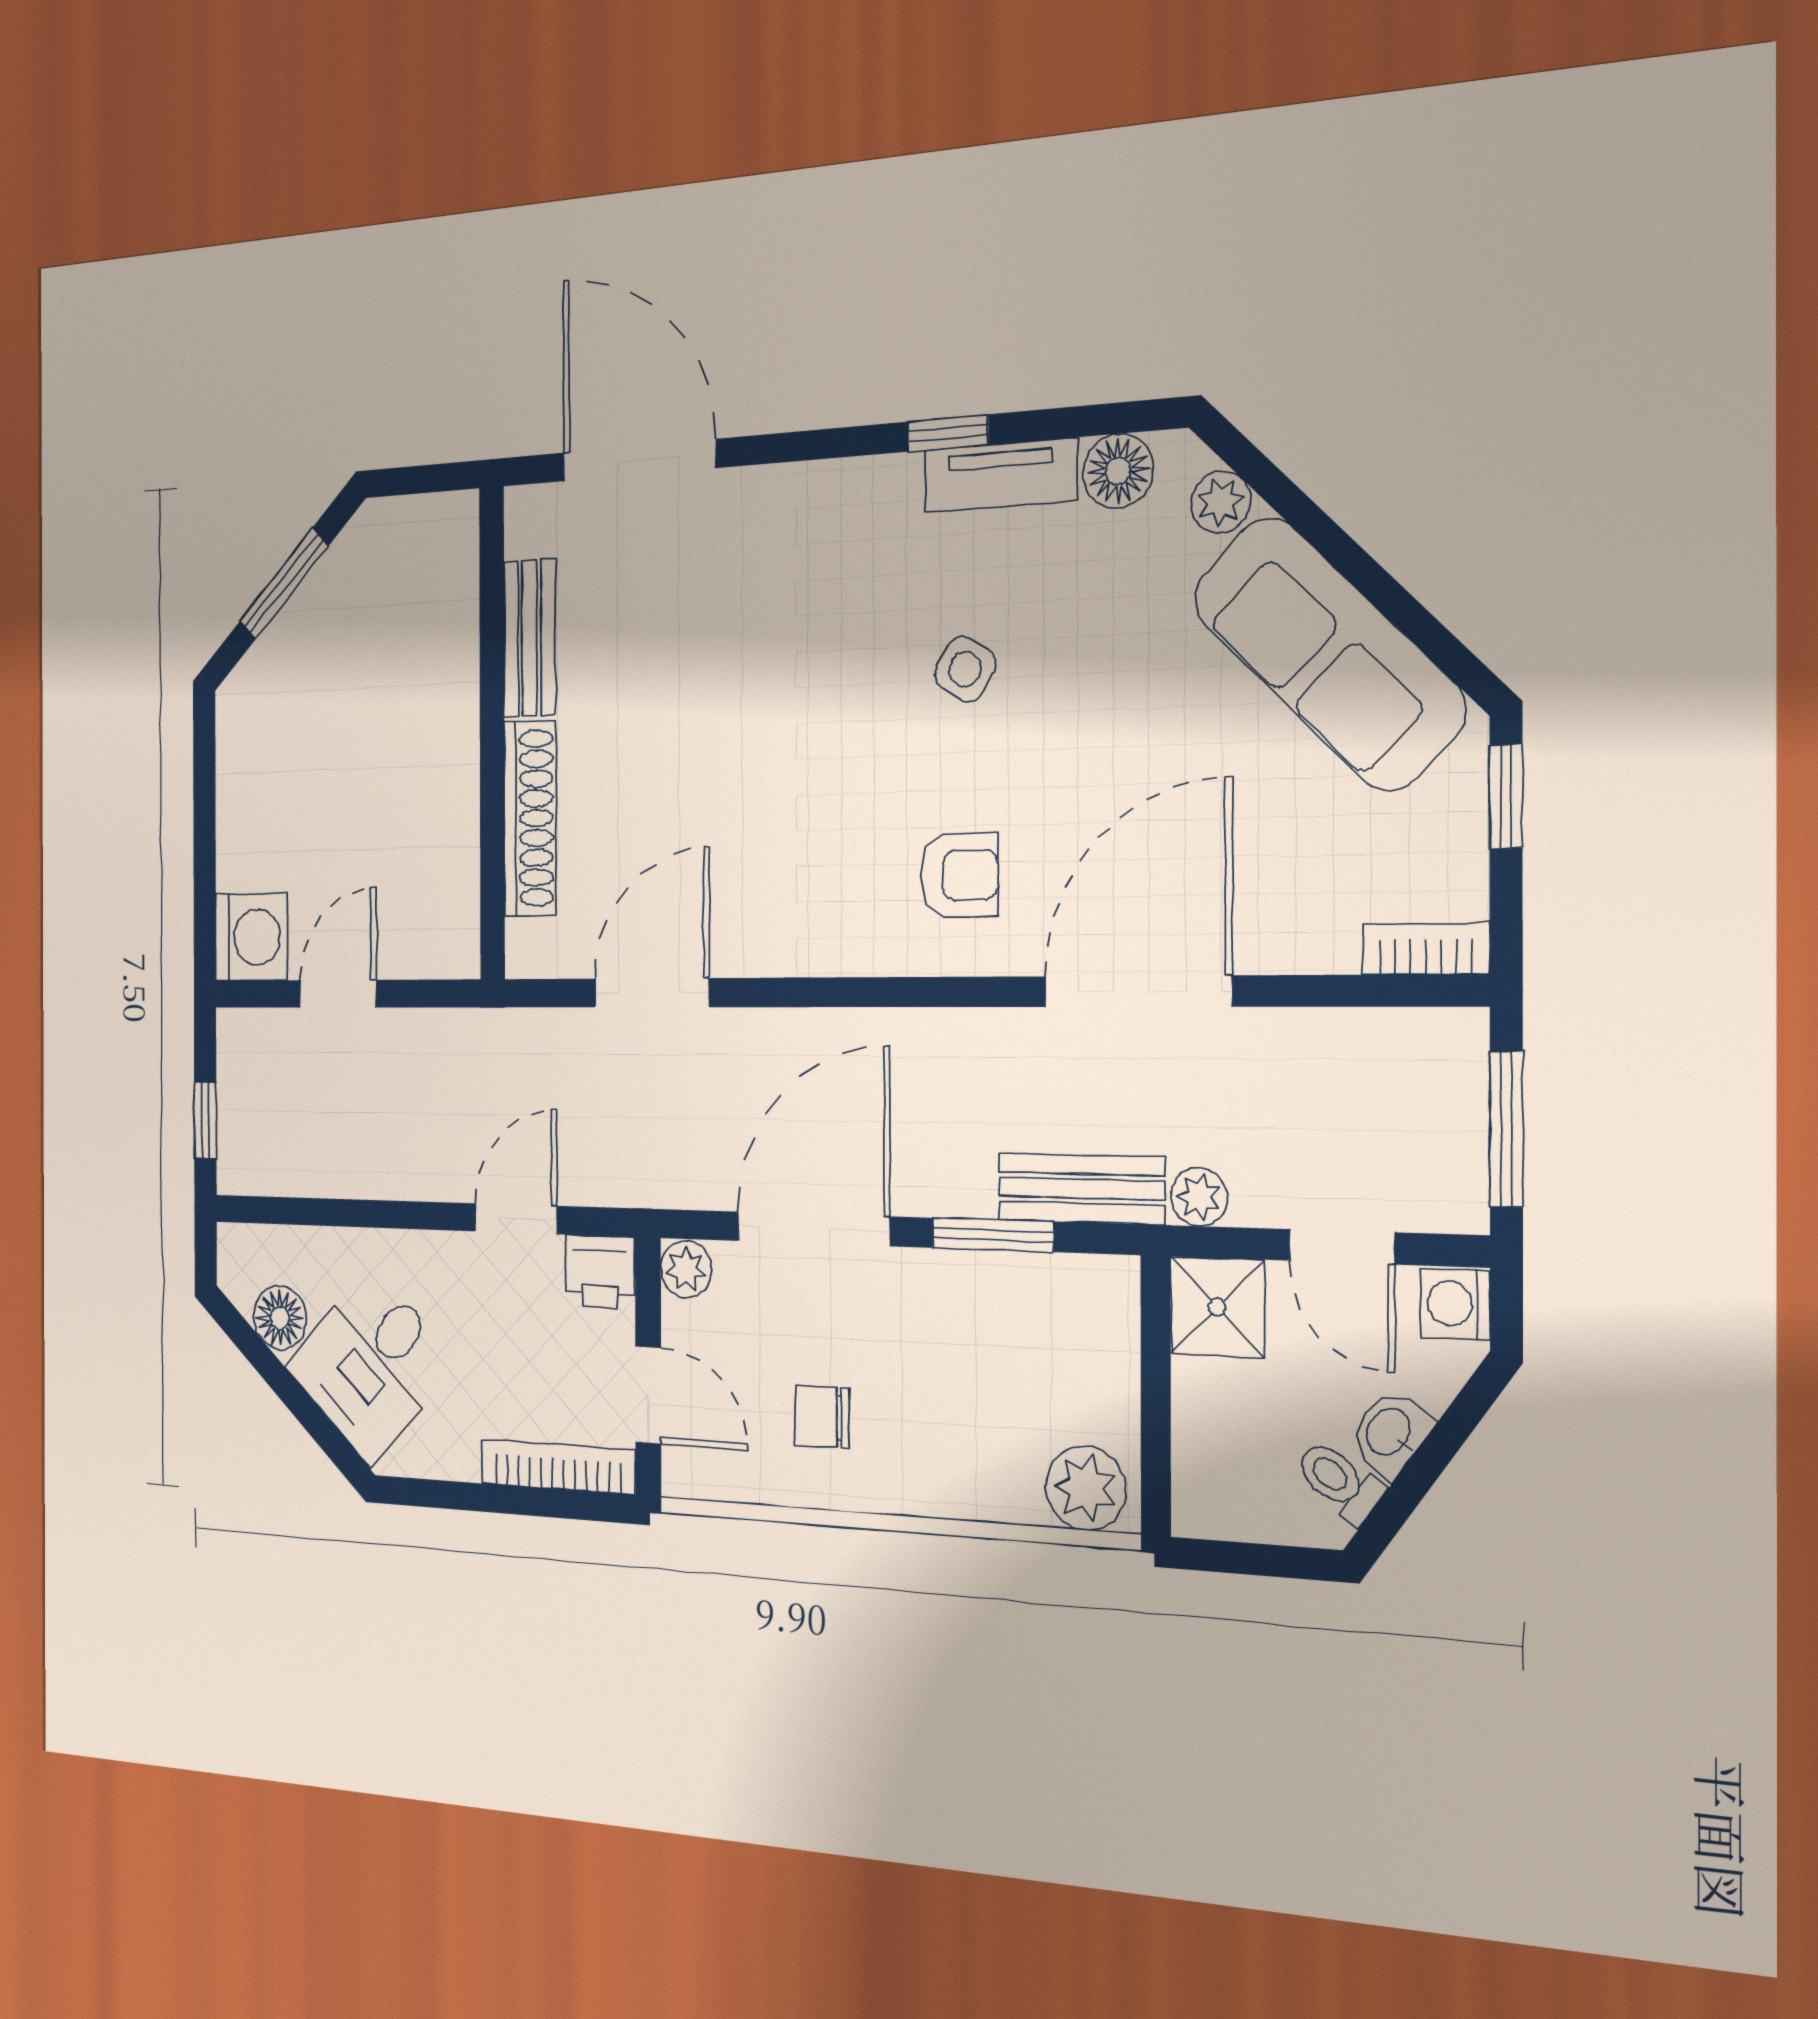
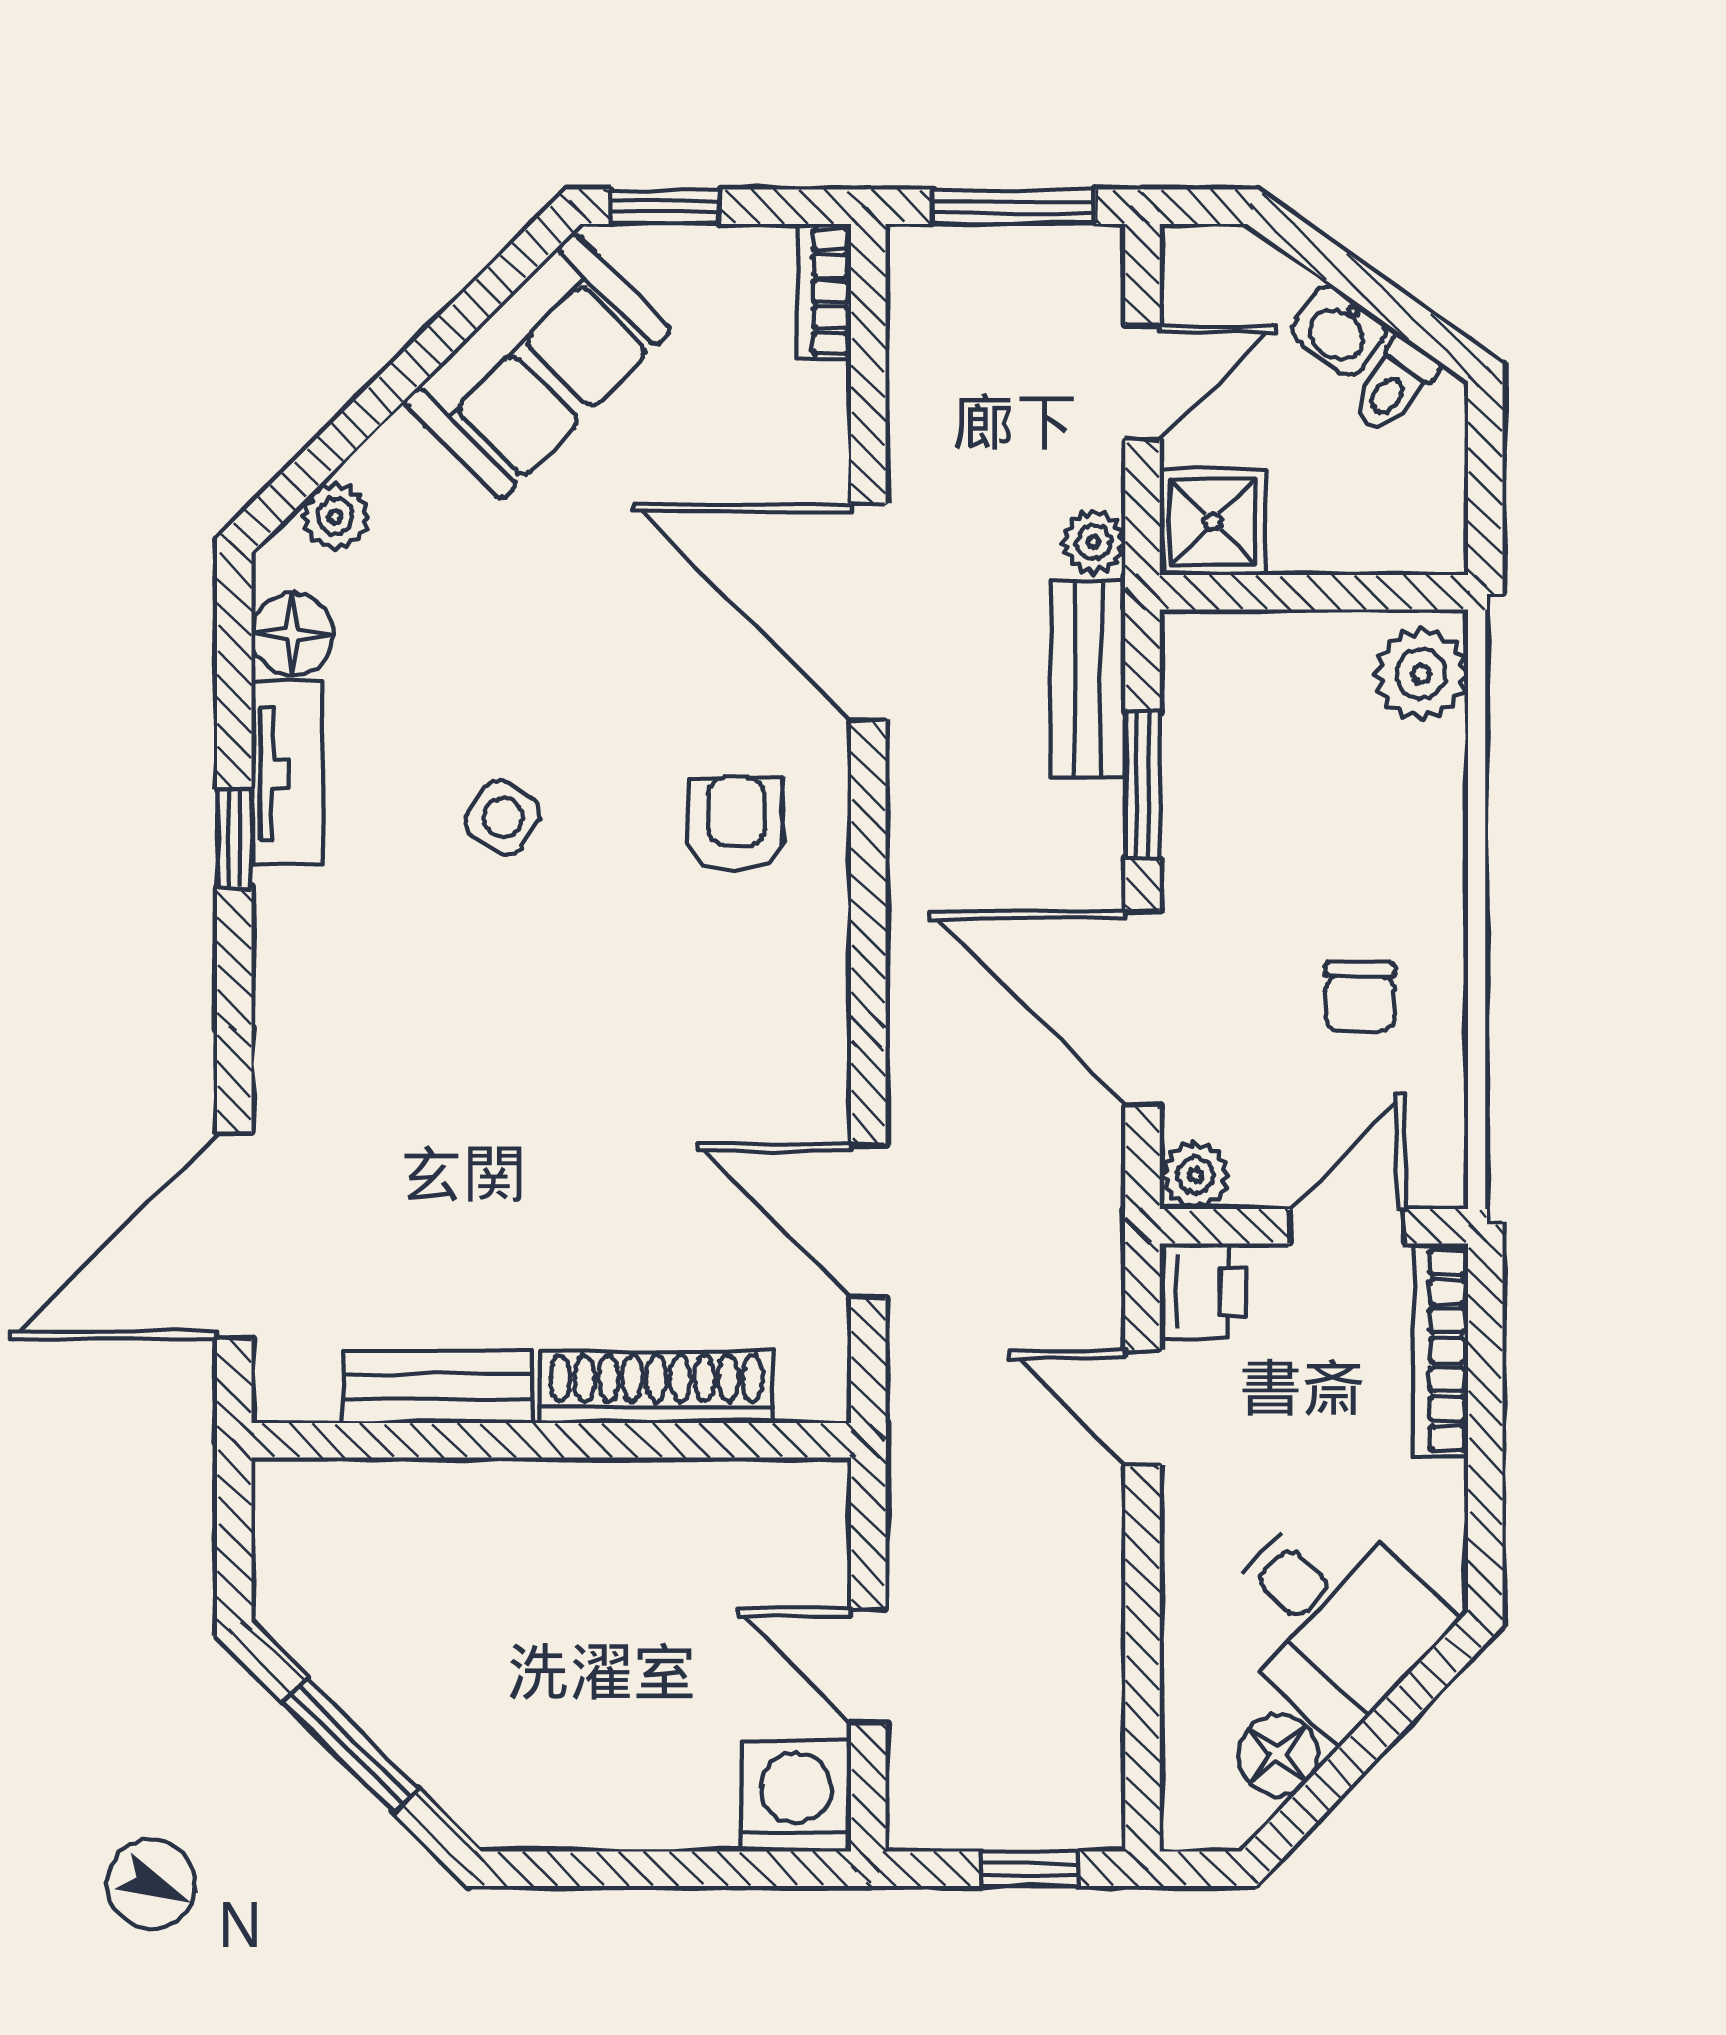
sofa: (1328, 653) -> (537, 366), width x0.73
washing machine: (1455, 1304) -> (1199, 260), removed

